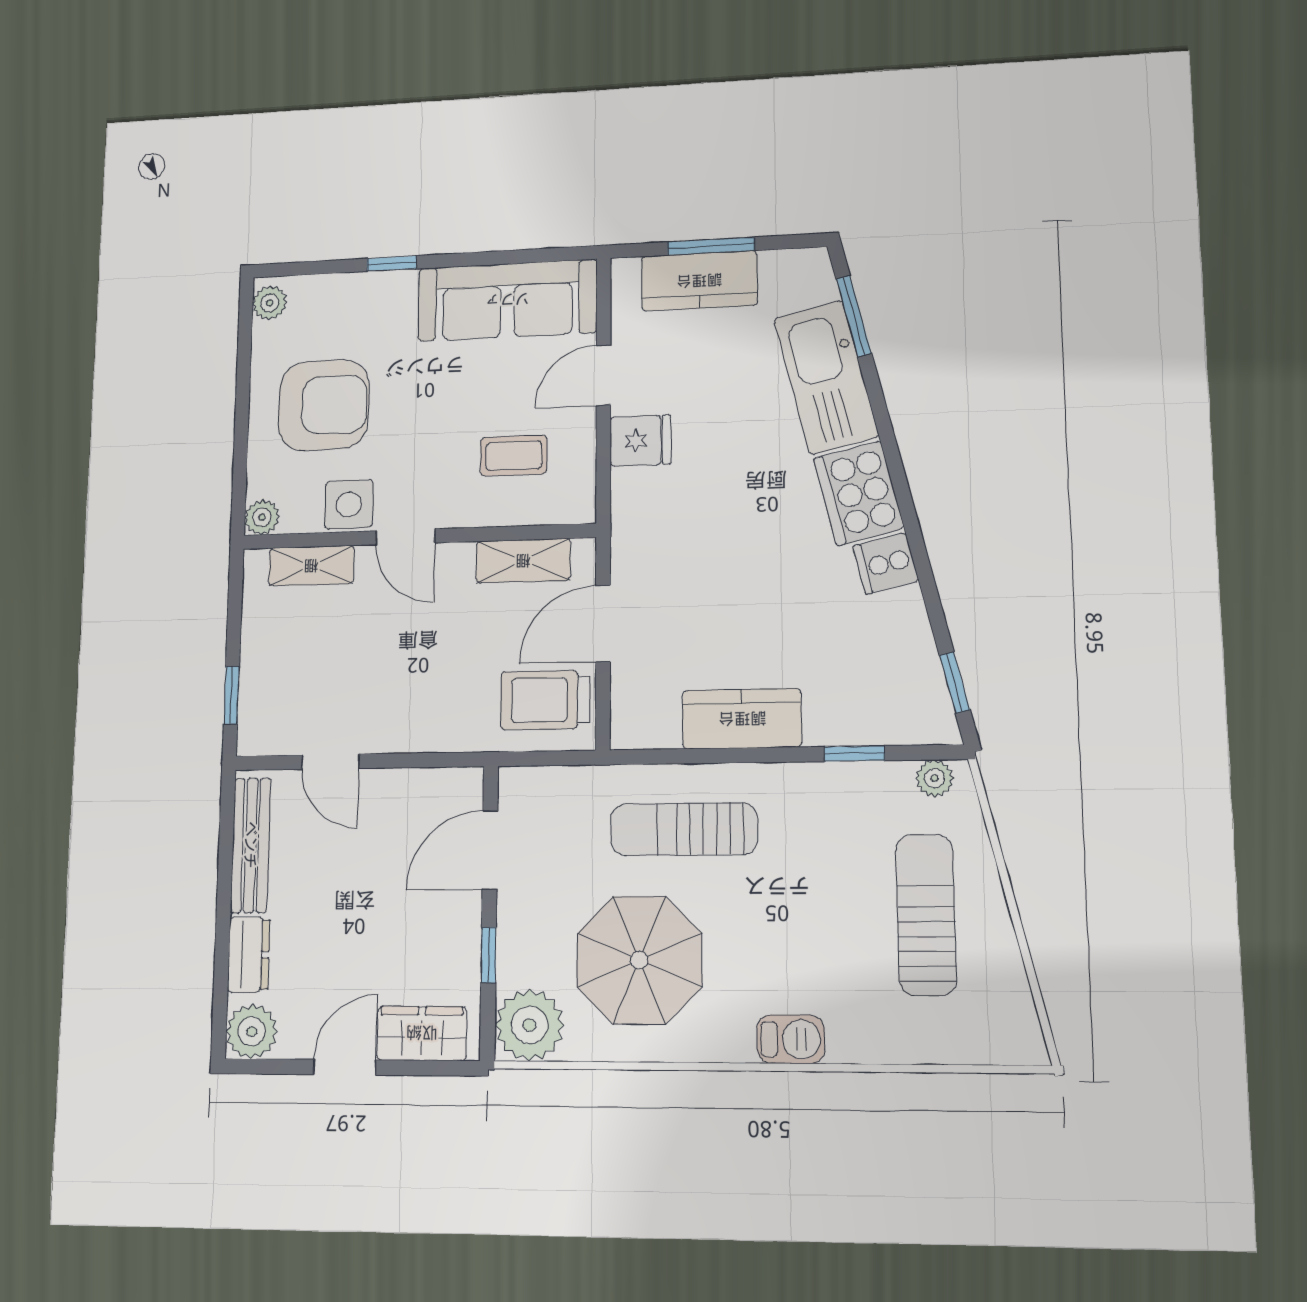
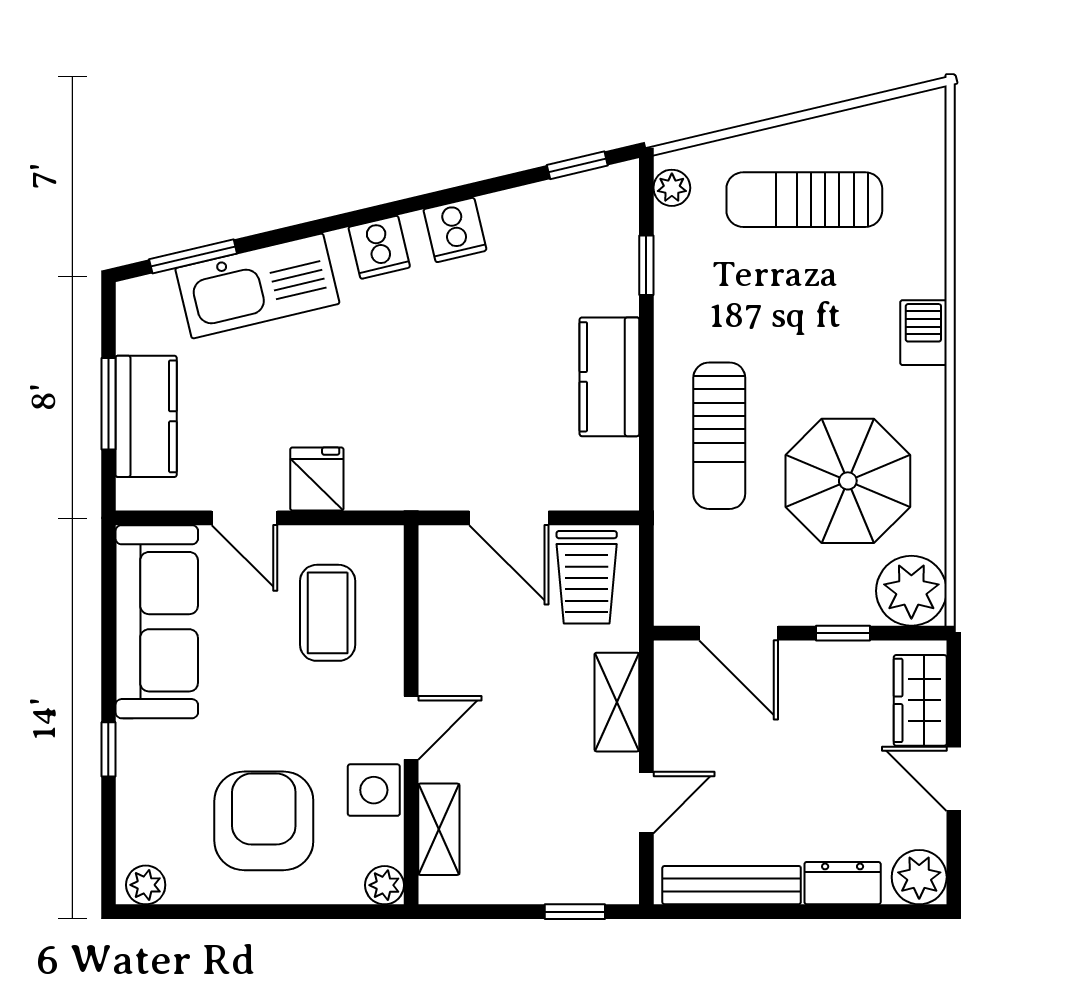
coffee table: (514, 456) -> (328, 613), width x1.36, depth x1.30
cooker: (859, 493) -> (379, 247), width x0.53, depth x0.76
shelving: (523, 561) -> (617, 702), moved

